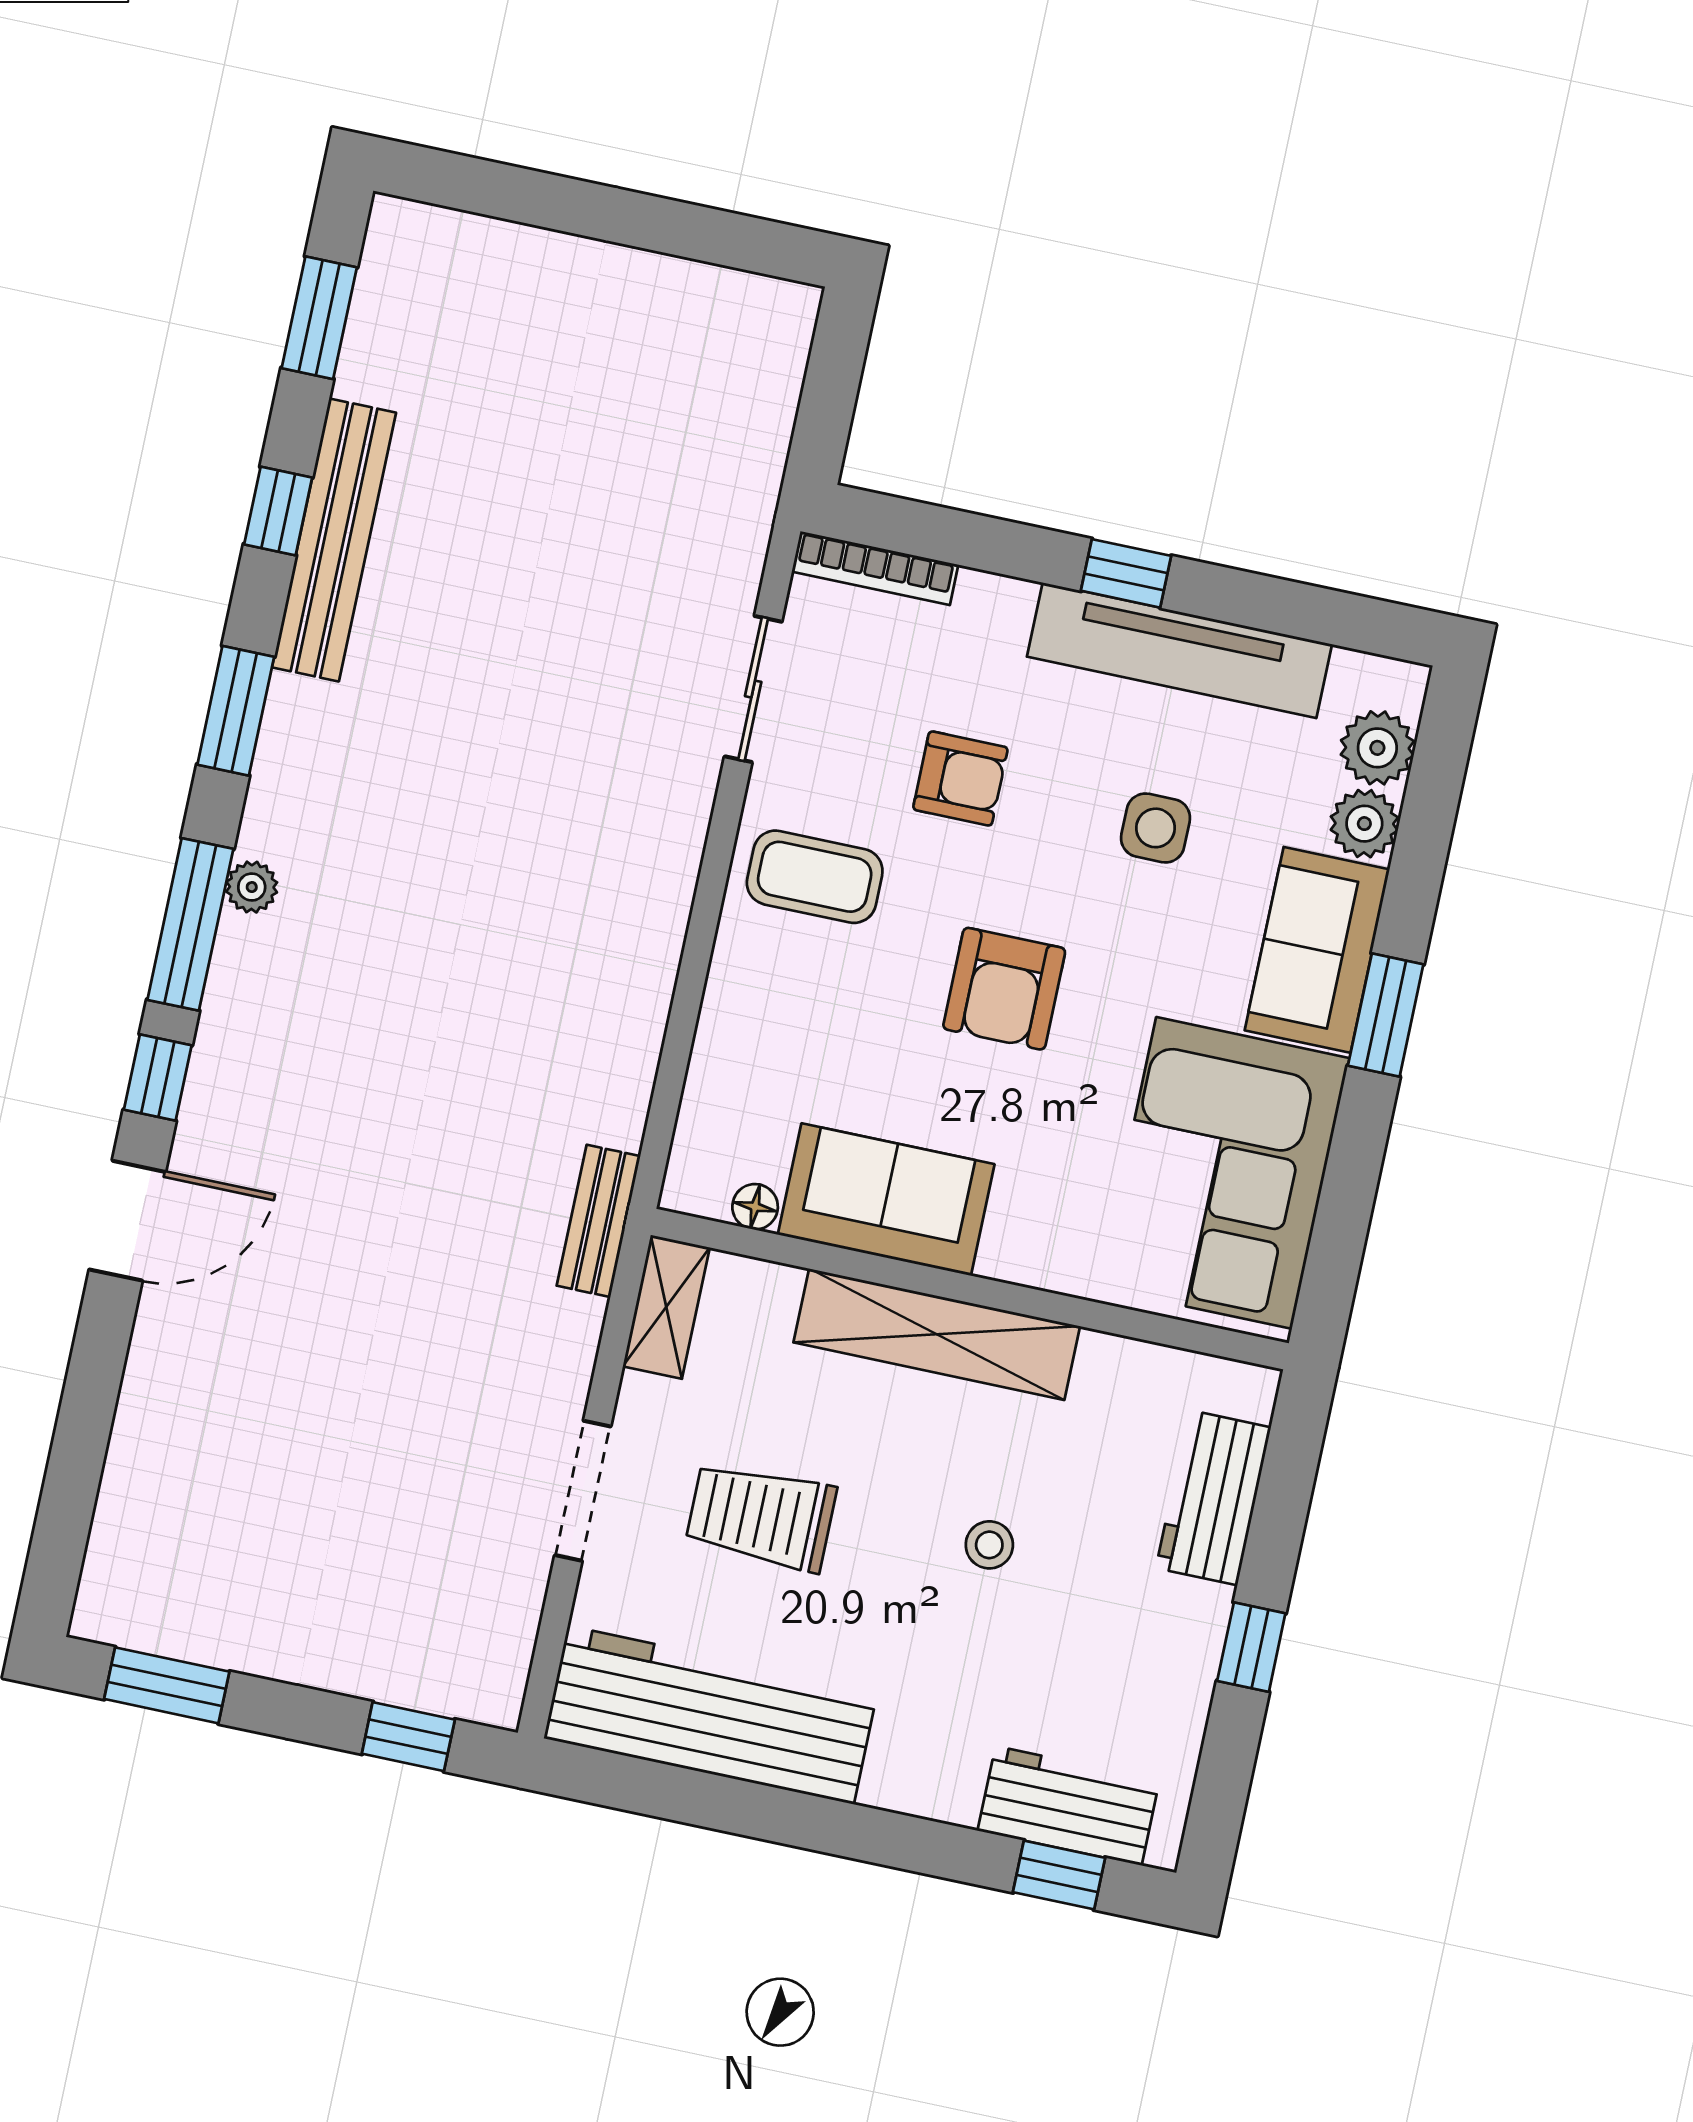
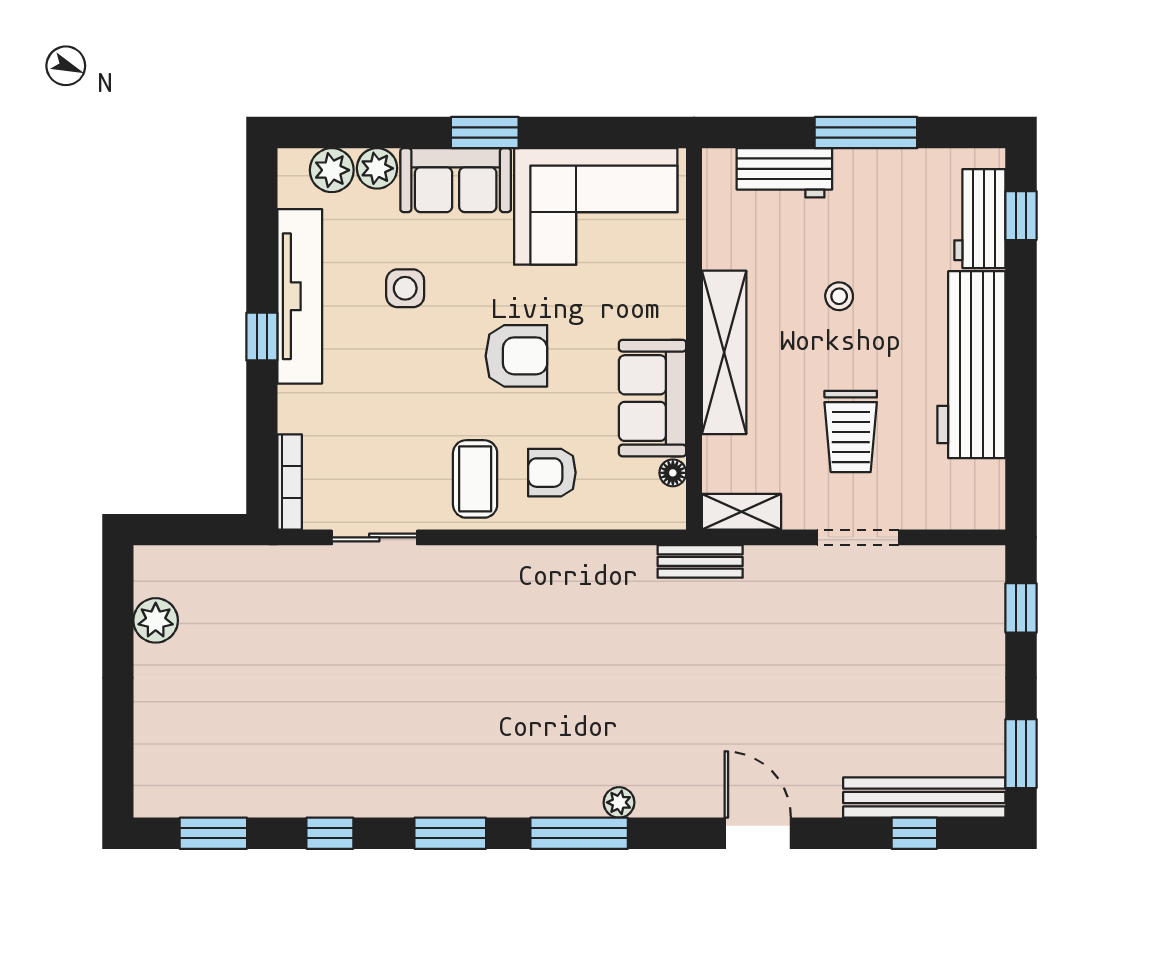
plant: (693, 297) -> (156, 620), added
bench: (334, 540) -> (924, 798), moved
armchair: (960, 778) -> (552, 473), moved, turned -90
plant: (252, 887) -> (619, 802), moved
window: (158, 1078) -> (914, 833), moved
window: (1251, 1647) -> (866, 133), width x2.17
workbench: (711, 1715) -> (971, 365), moved

